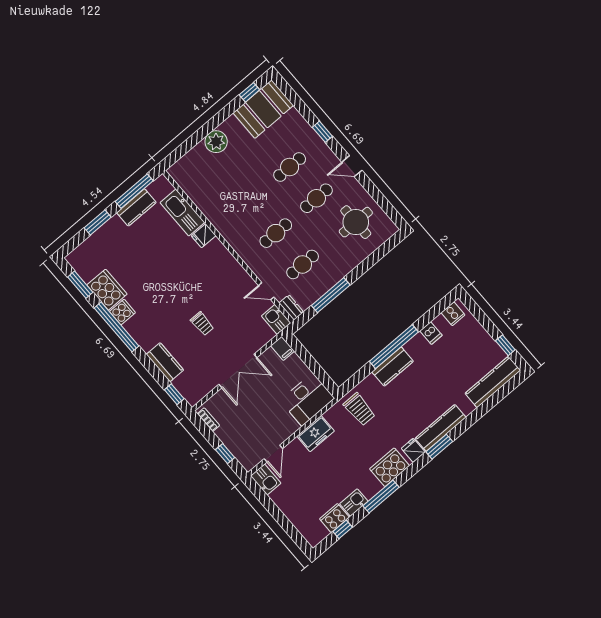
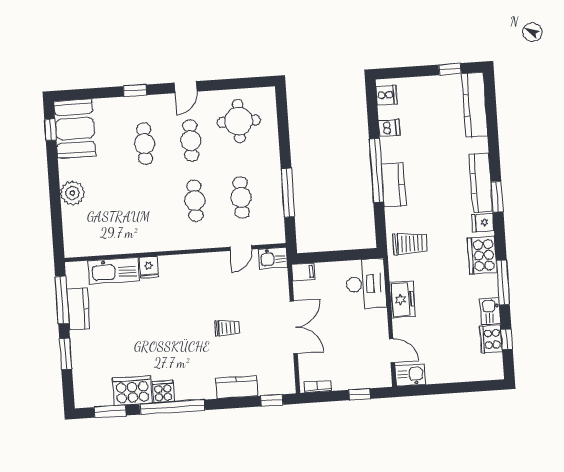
dresser: (291, 307) -> (272, 236), removed

